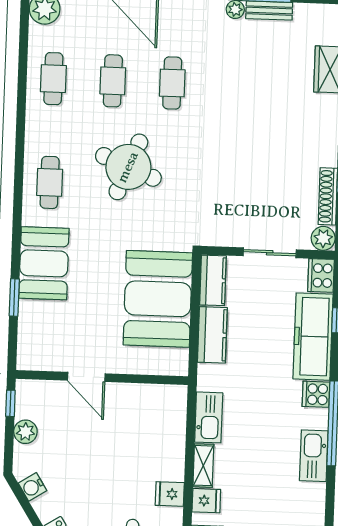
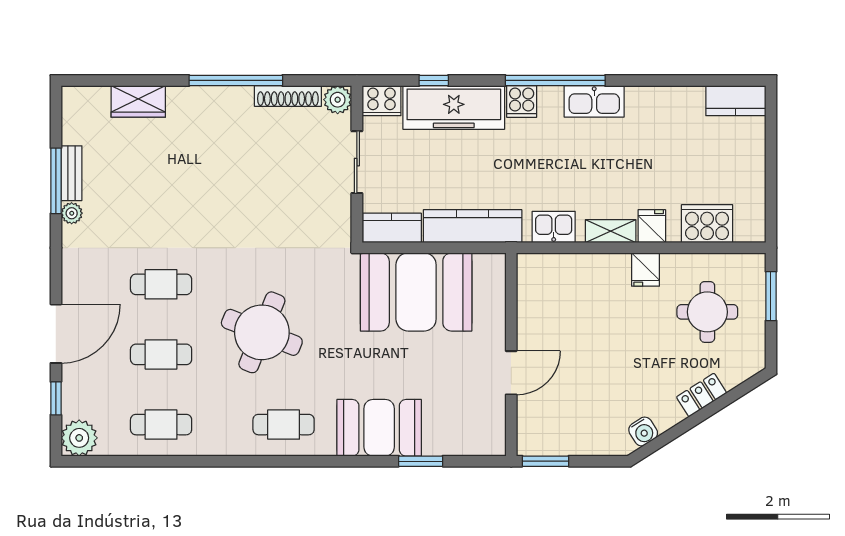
kitchen counter: (212, 335) -> (473, 226), width x1.50
window: (10, 403) -> (546, 461), width x1.50
kitchen sink: (209, 417) -> (554, 227), width x0.73
plant: (25, 432) -> (578, 442), removed

